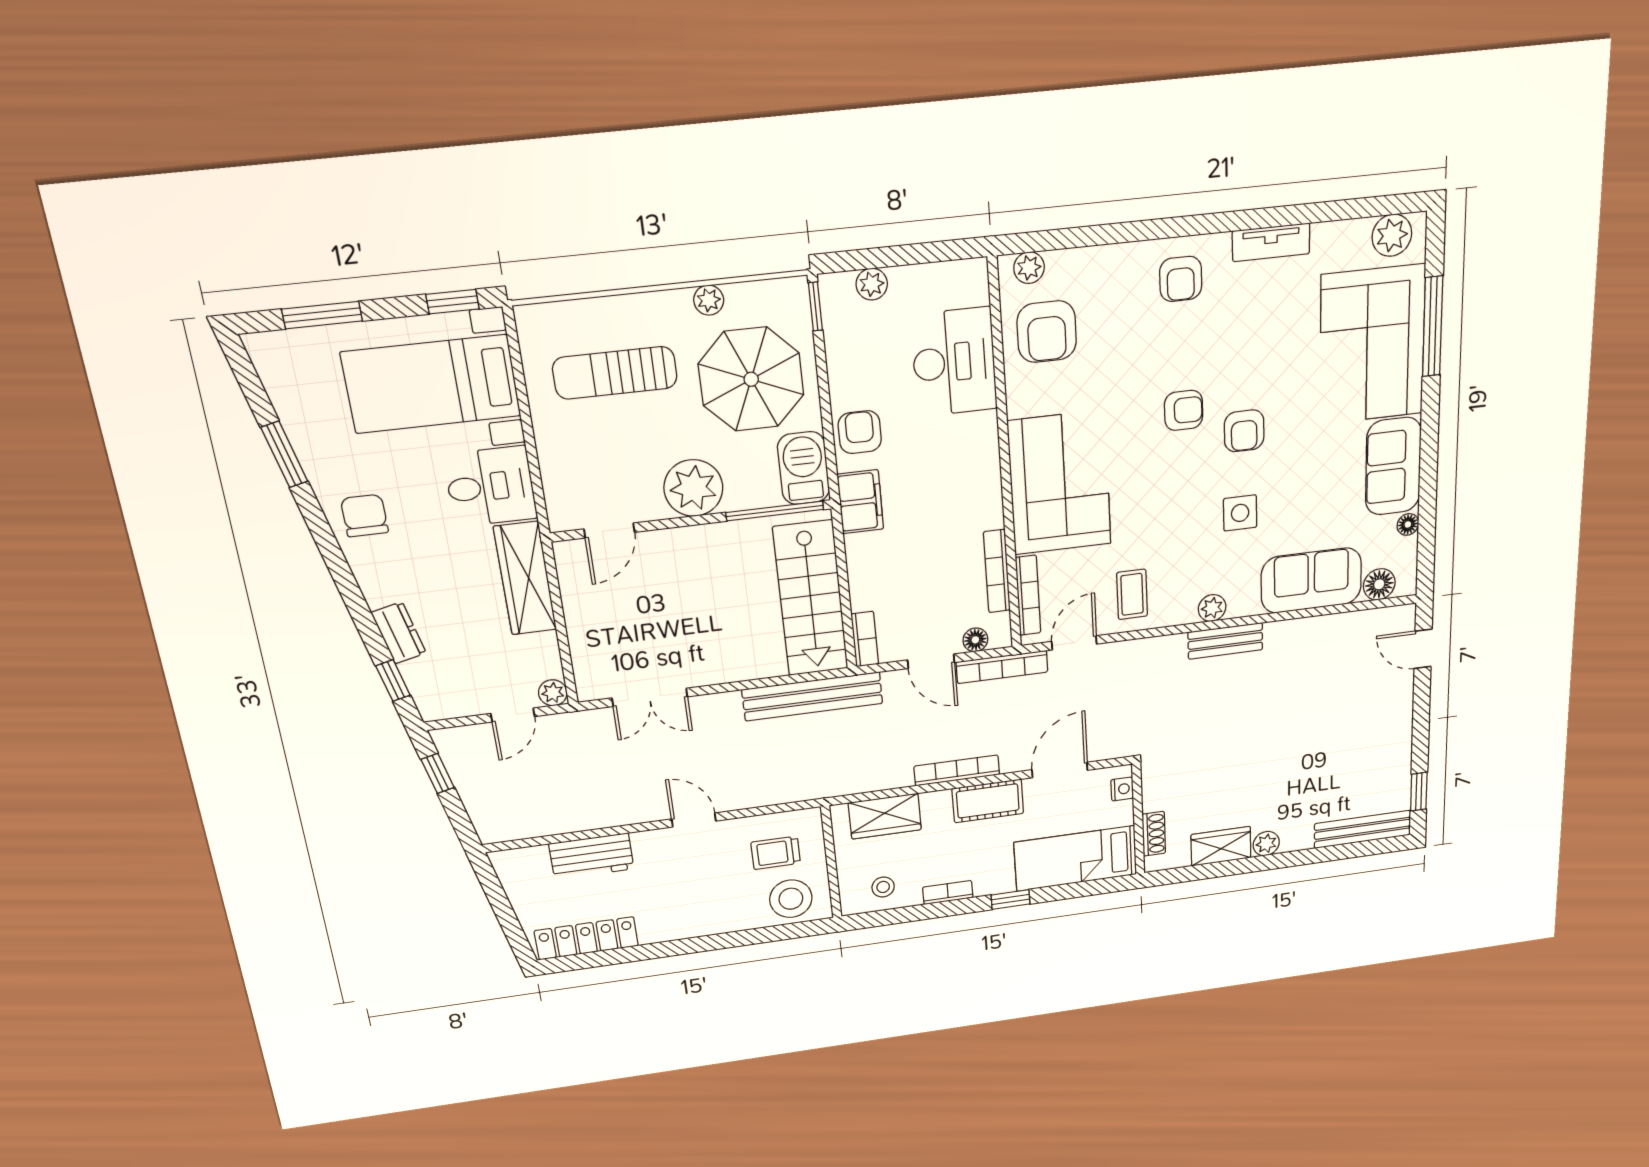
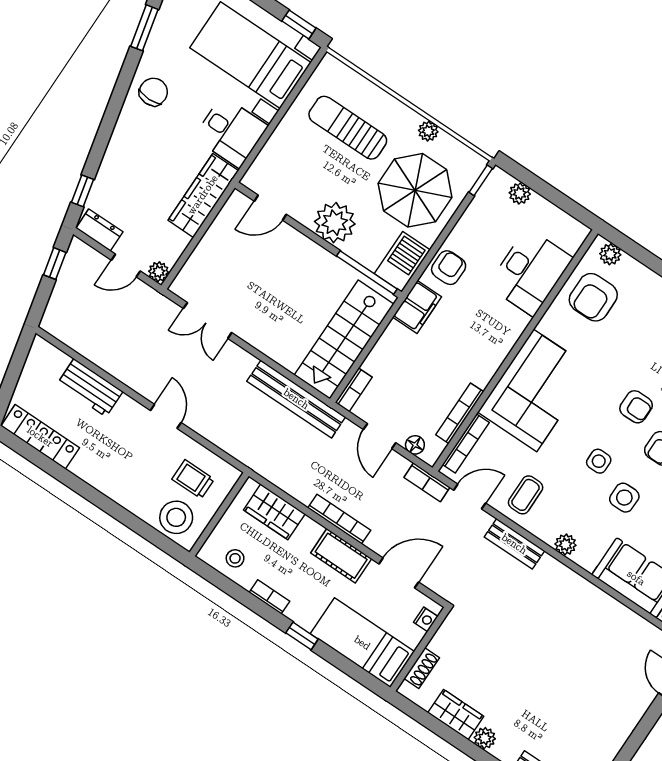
side table: (1185, 499) -> (599, 461), added
dresser: (399, 633) -> (99, 230), moved, turned -77
bench: (1225, 641) -> (514, 544), moved
bookcase: (1002, 667) -> (427, 482), width x0.64

